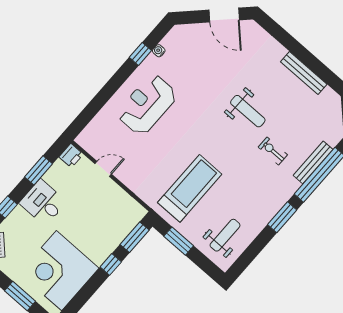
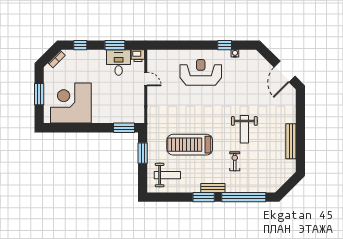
bench: (313, 162) -> (213, 188), moved, width x0.73
treadmill: (190, 188) -> (190, 145), moved, turned 180
desk: (43, 203) -> (119, 63), moved
window: (111, 264) -> (98, 128), removed

